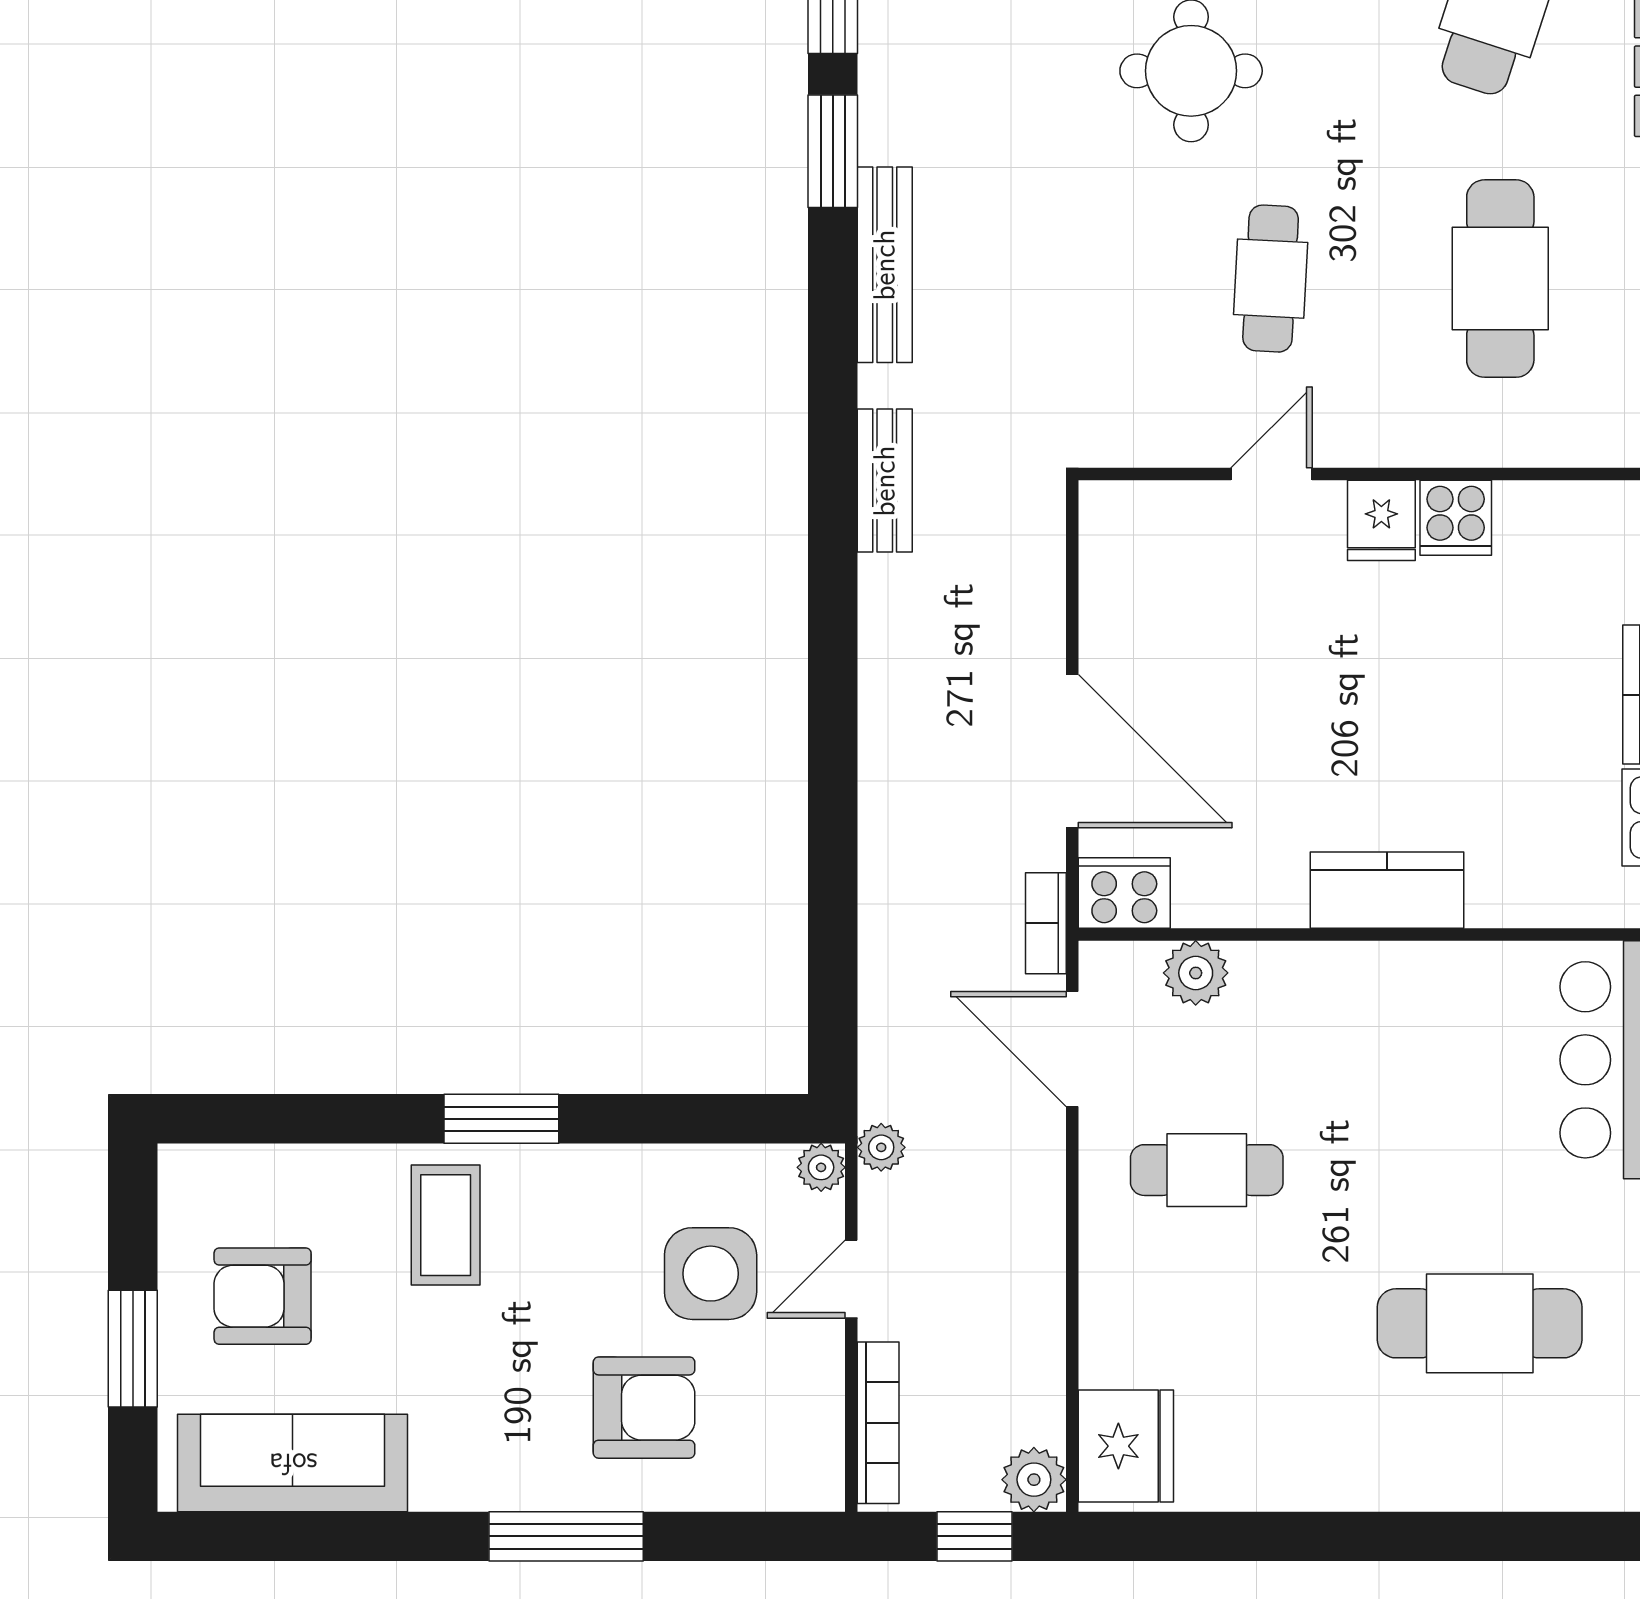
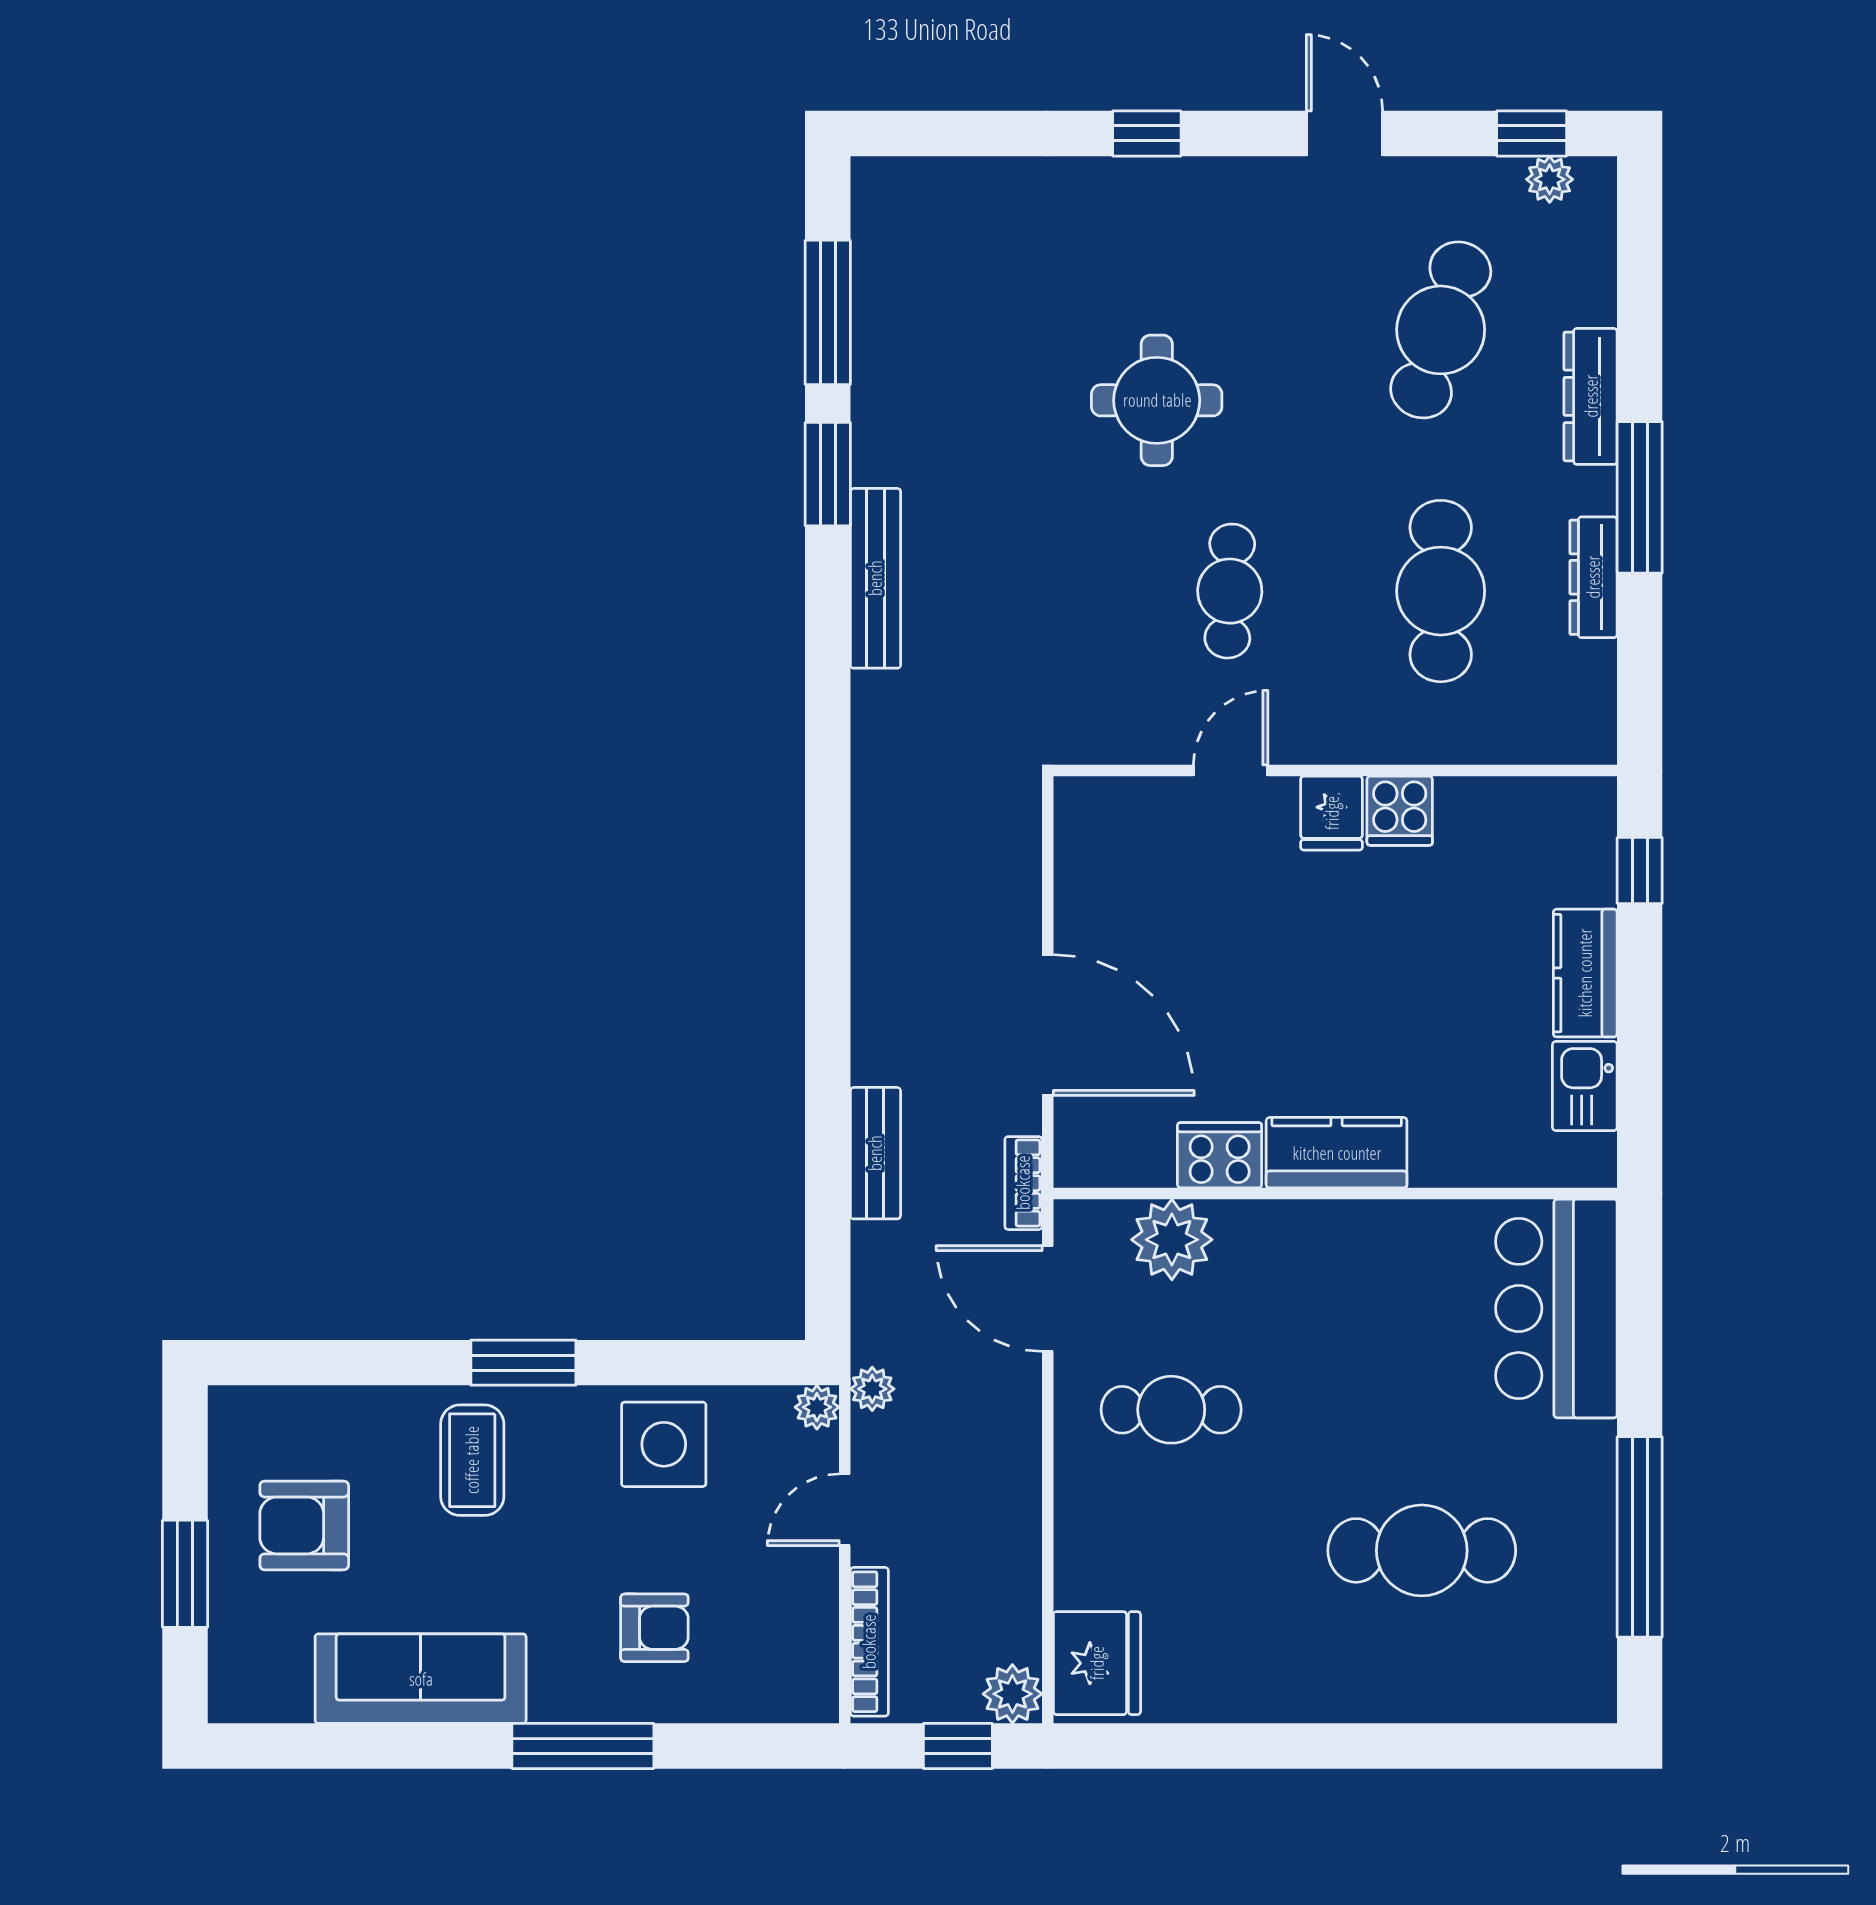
bench: (885, 481) -> (875, 1153), moved
cooker: (1124, 893) -> (1220, 1155), moved
plant: (1196, 973) -> (1172, 1240), width x1.36, depth x1.36
side table: (711, 1274) -> (664, 1444), moved
armchair: (644, 1408) -> (654, 1628), width x0.72, depth x0.72
sofa: (293, 1463) -> (421, 1679), moved

